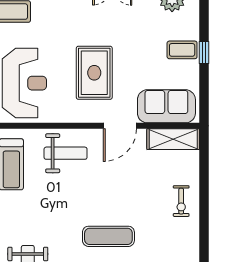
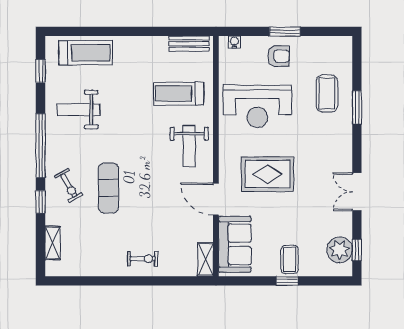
shelving: (173, 139) -> (206, 259), width x0.67, depth x0.75
exercise bike: (181, 201) -> (143, 259), turned 180

